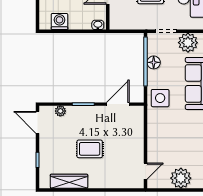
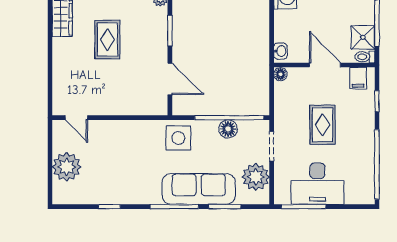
floor lamp: (114, 25) -> (280, 74), added

